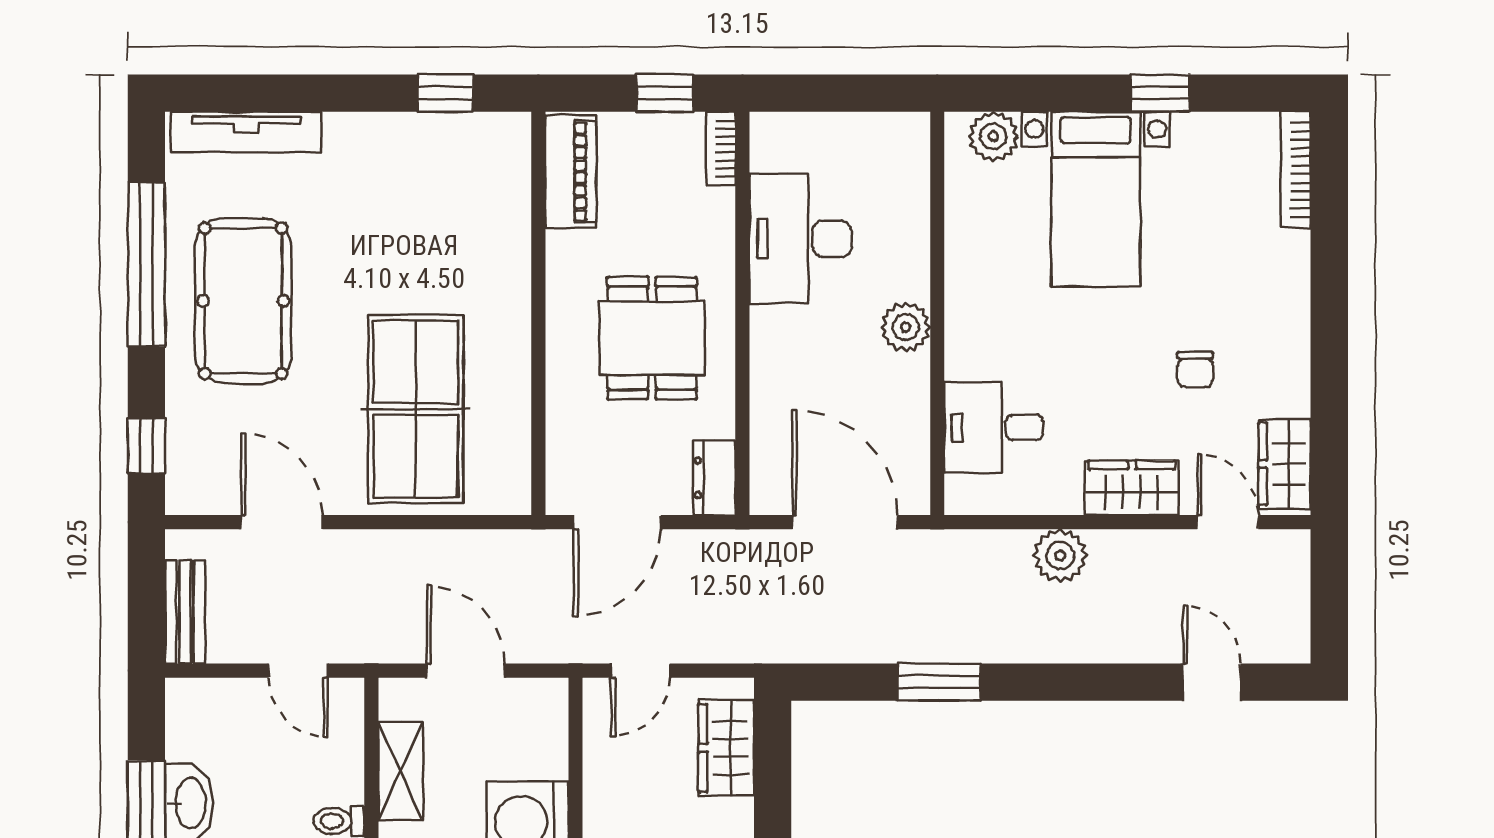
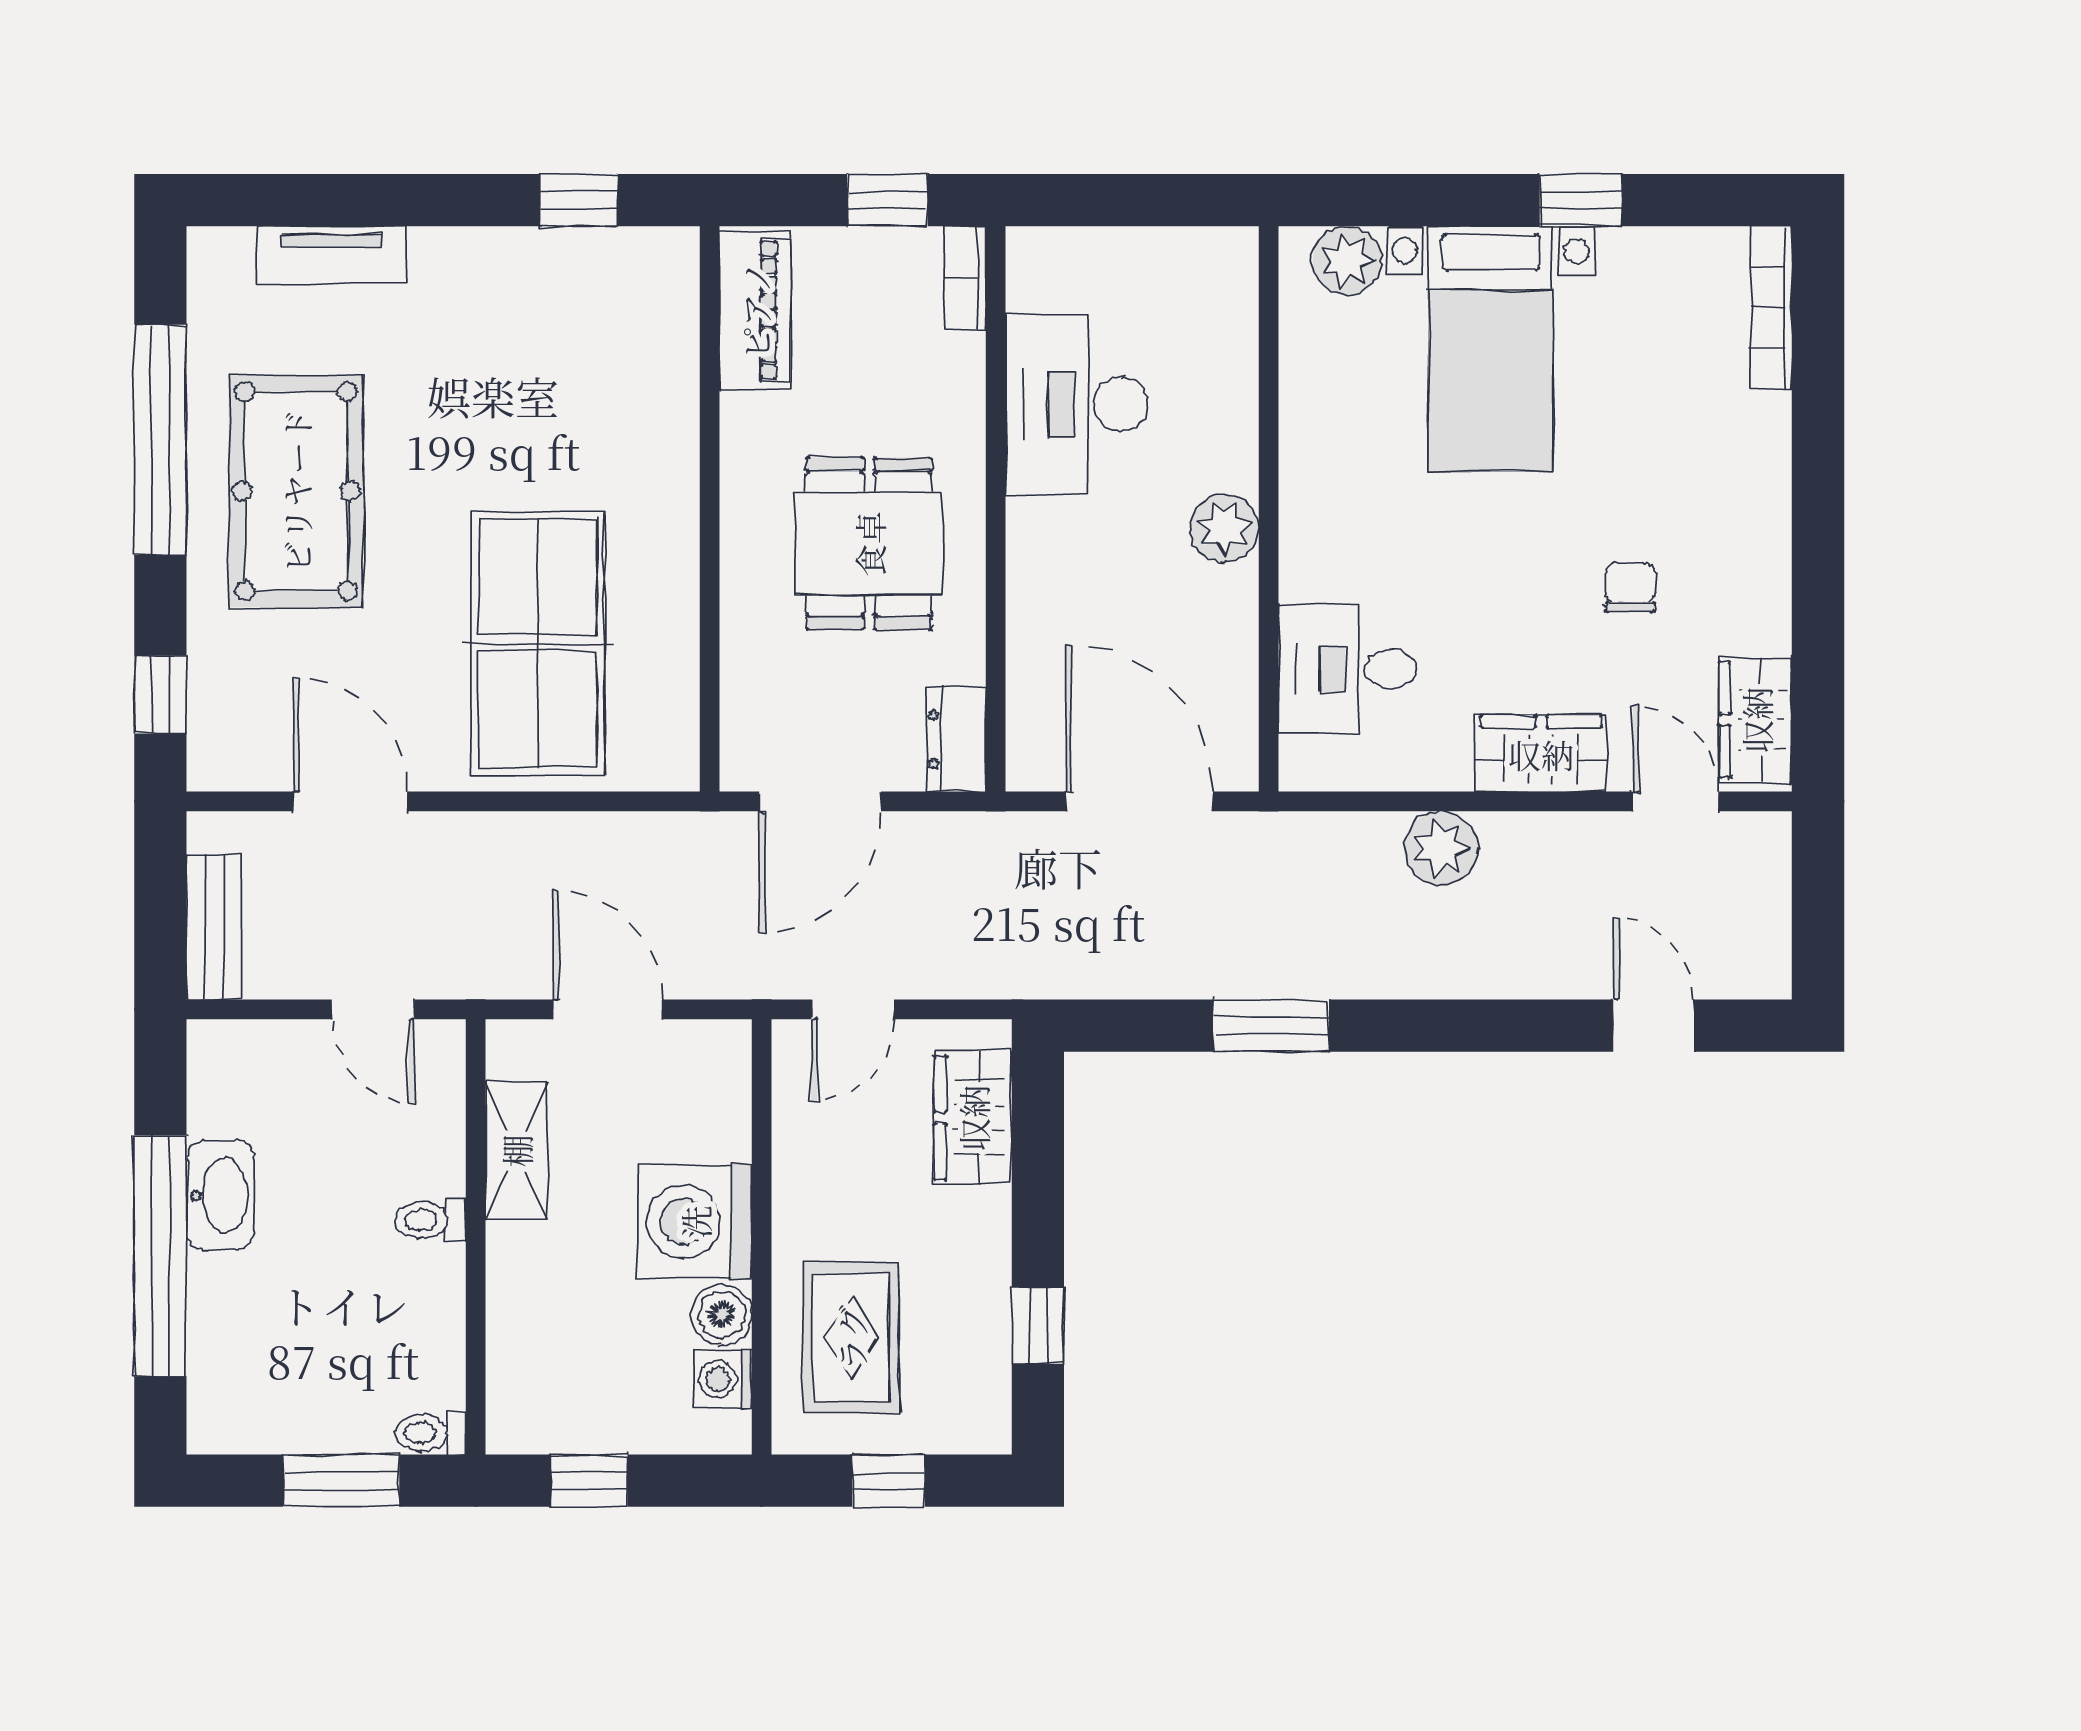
tv unit: (246, 132) -> (331, 255), width x0.71
chair: (1195, 370) -> (1630, 588), turned 180

